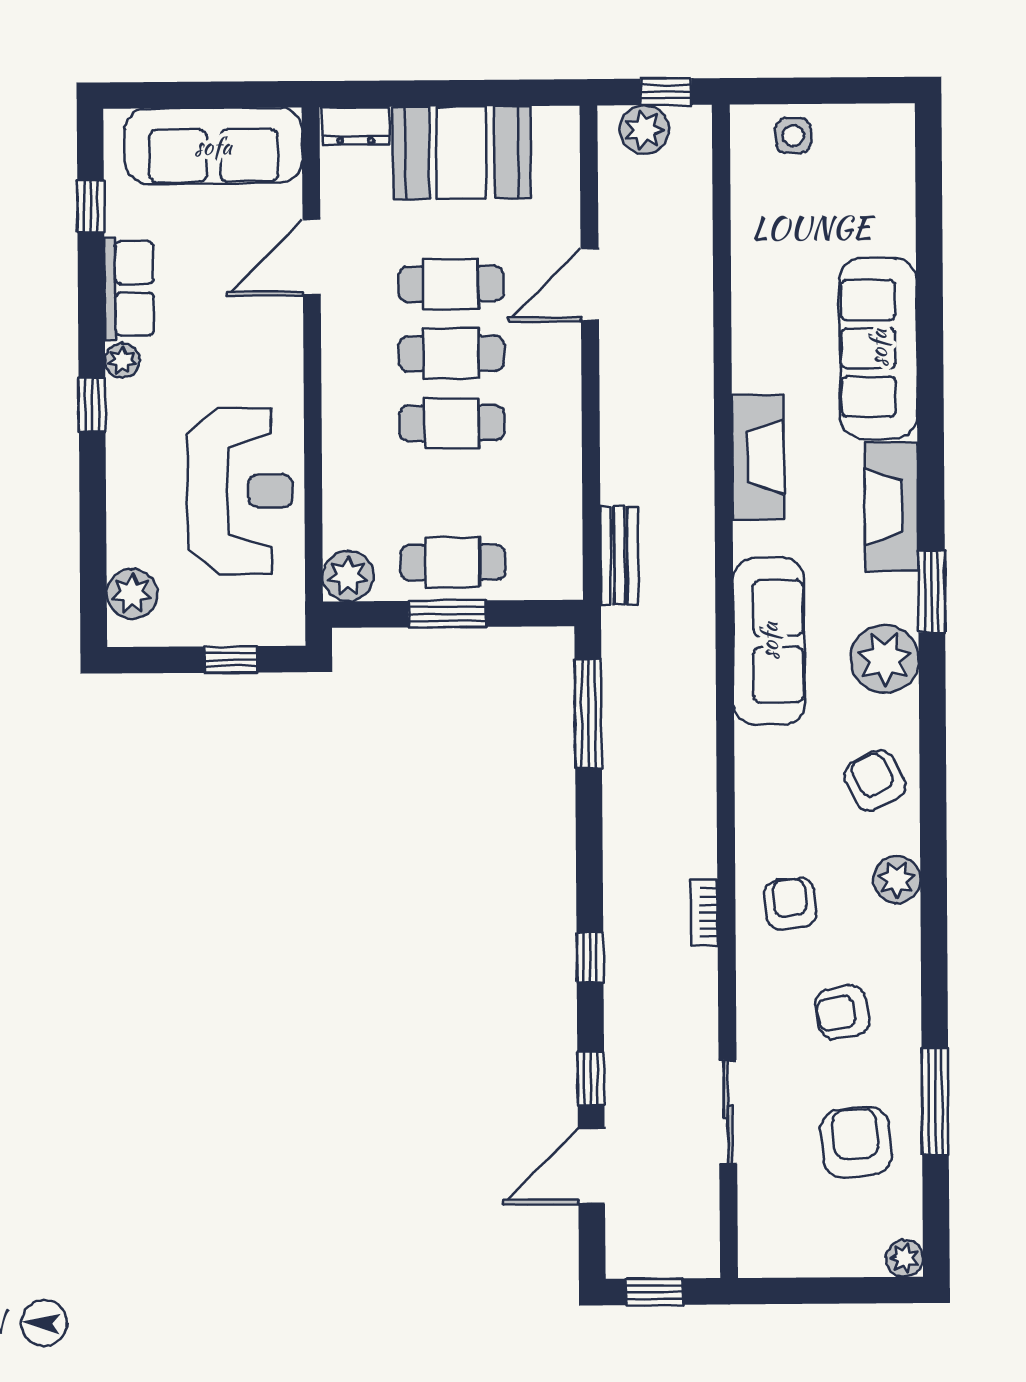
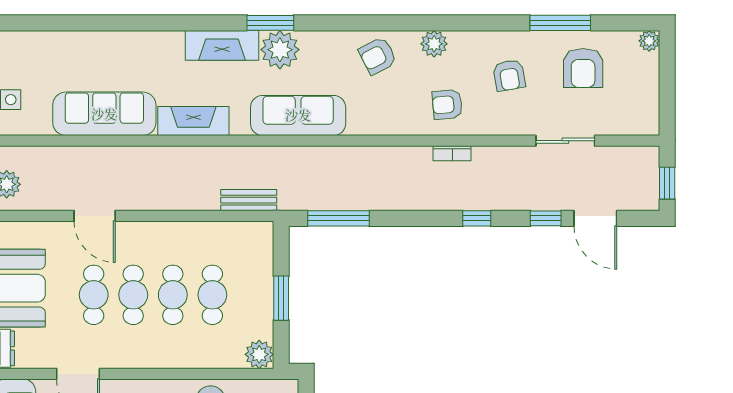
sofa: (878, 348) -> (104, 114), moved, turned 180
cafe table: (453, 562) -> (212, 295), moved
plant: (885, 659) -> (280, 50), moved
armchair: (856, 1142) -> (583, 68), turned -85

